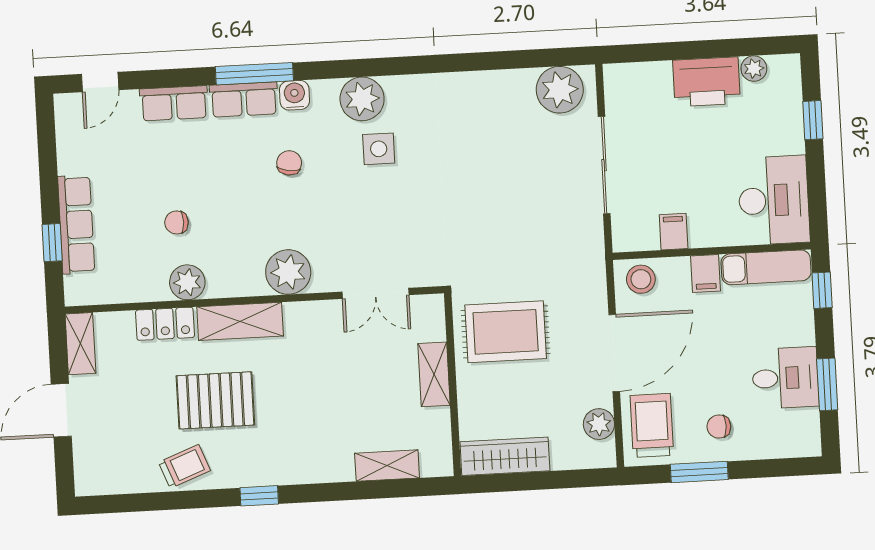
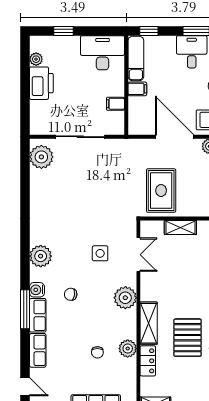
side table: (379, 149) -> (100, 253), moved
stool: (641, 279) -> (138, 121), removed

